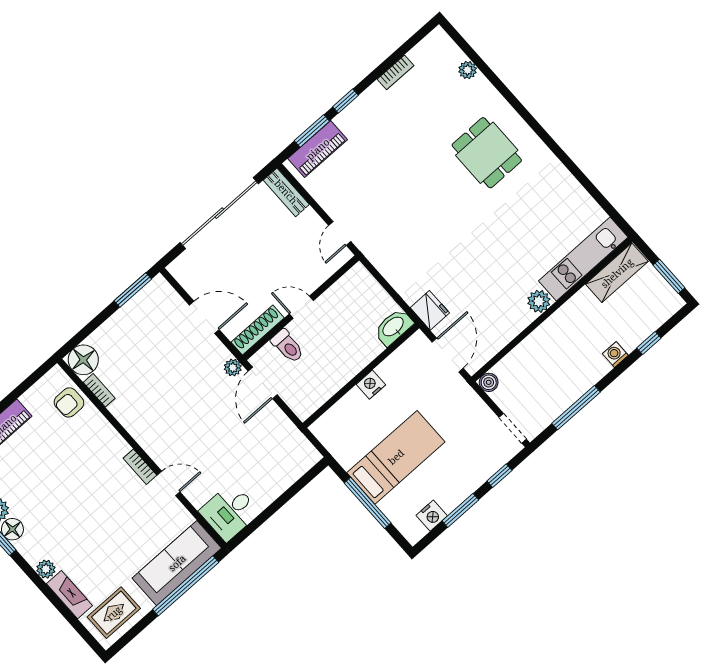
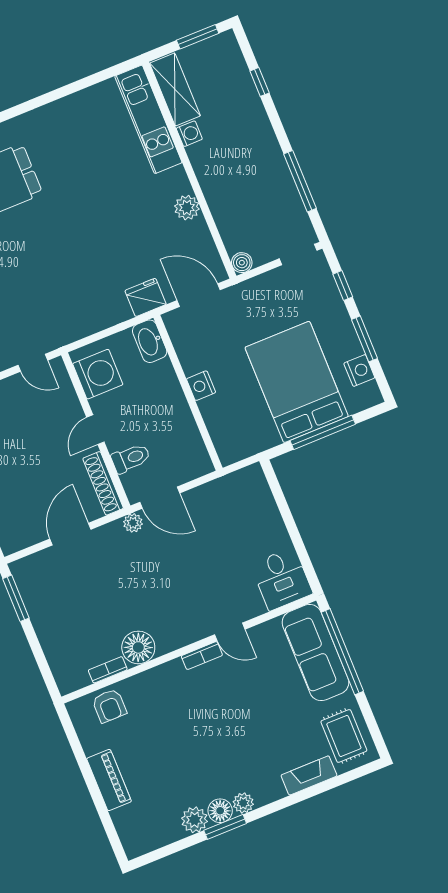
washing machine: (350, 293) -> (98, 374), added
plant: (539, 301) -> (187, 208), moved
washing machine: (615, 355) -> (189, 134), moved, turned 180
floor lamp: (83, 360) -> (138, 647), moved
bed: (396, 457) -> (297, 382), width x1.50
door: (169, 483) -> (230, 632), swing flipped
plant: (46, 569) -> (243, 803), moved

